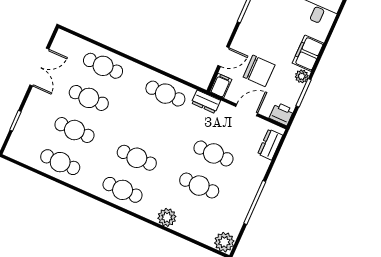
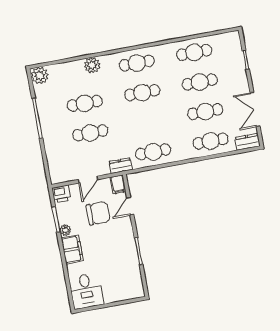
chair: (259, 71) -> (98, 213), turned 180
dresser: (270, 145) -> (247, 142), moved, turned -90

